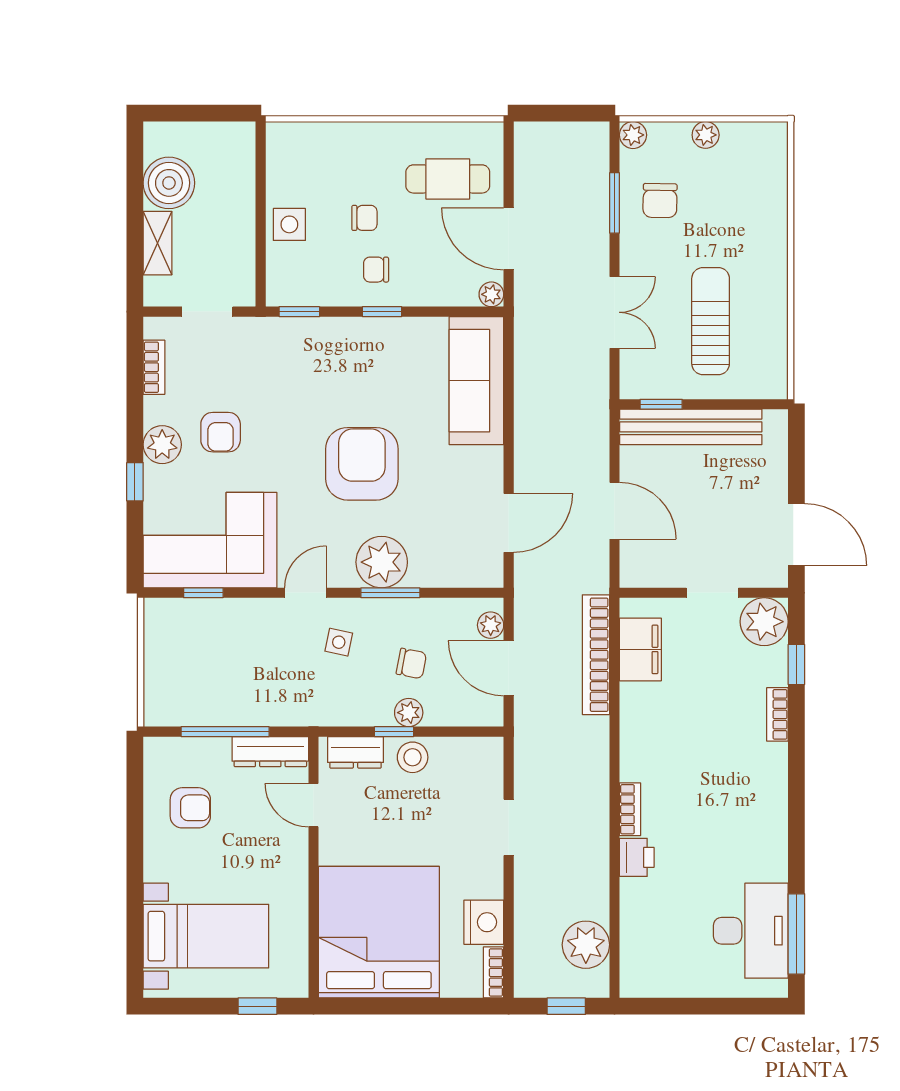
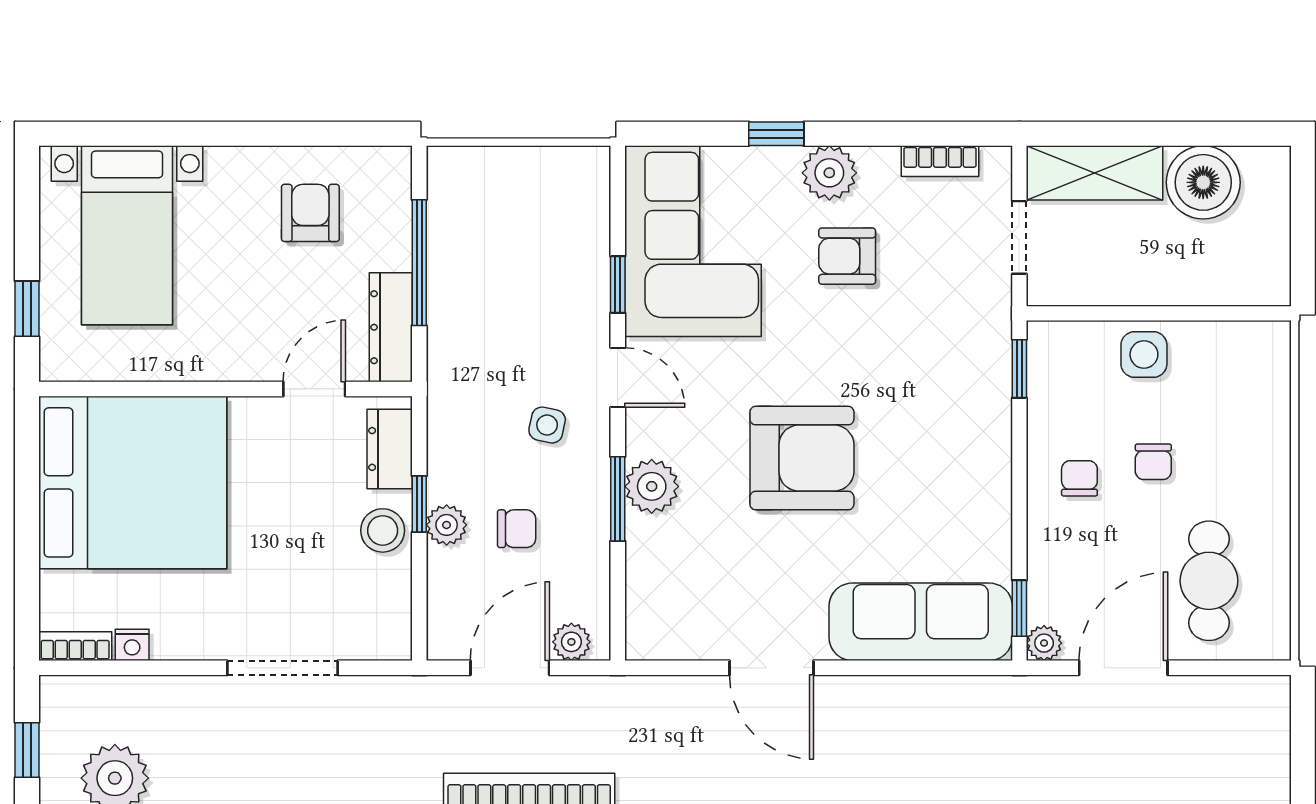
shelving: (157, 243) -> (1095, 173), width x1.50, depth x1.33
window: (382, 312) -> (1019, 608), moved
door: (509, 523) -> (772, 668), moved
plant: (382, 562) -> (652, 486), width x0.73, depth x0.73
window: (203, 593) -> (618, 285), moved
chair: (411, 663) -> (517, 529), turned -101
armchair: (190, 808) -> (310, 213), turned 180
doorway: (509, 827) -> (283, 668), width x1.38
nightstand: (484, 922) -> (132, 645), width x0.53, depth x0.56

